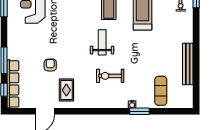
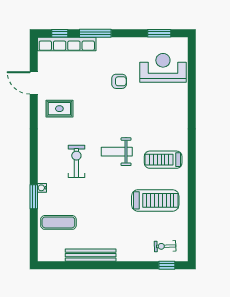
weight bench: (102, 42) -> (117, 152), turned 180
armchair: (50, 65) -> (119, 81), moved

